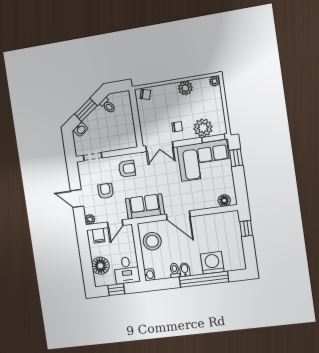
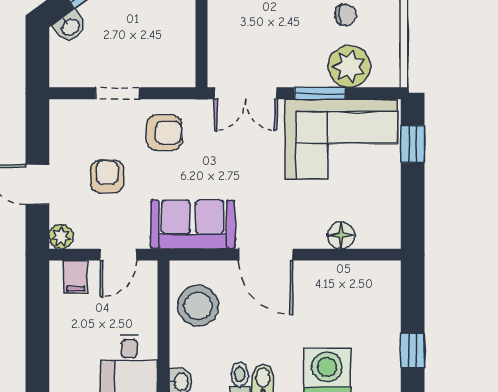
chair: (177, 127) -> (346, 15), moved
window: (213, 138) -> (320, 93), moved
doorway: (93, 157) -> (118, 93), moved
floor lamp: (224, 201) -> (341, 235), moved
window: (246, 228) -> (413, 350), moved
floor lamp: (100, 266) -> (69, 347), removed

